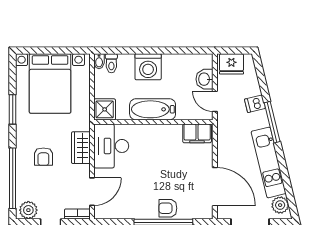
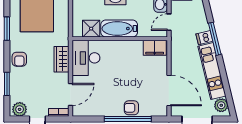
door: (215, 101) -> (169, 22), hinge flipped
dishwasher: (255, 104) -> (204, 38), moved
shower: (105, 109) -> (91, 29), moved
armchair: (43, 157) -> (19, 59), moved
window: (13, 178) -> (7, 84), width x0.47

